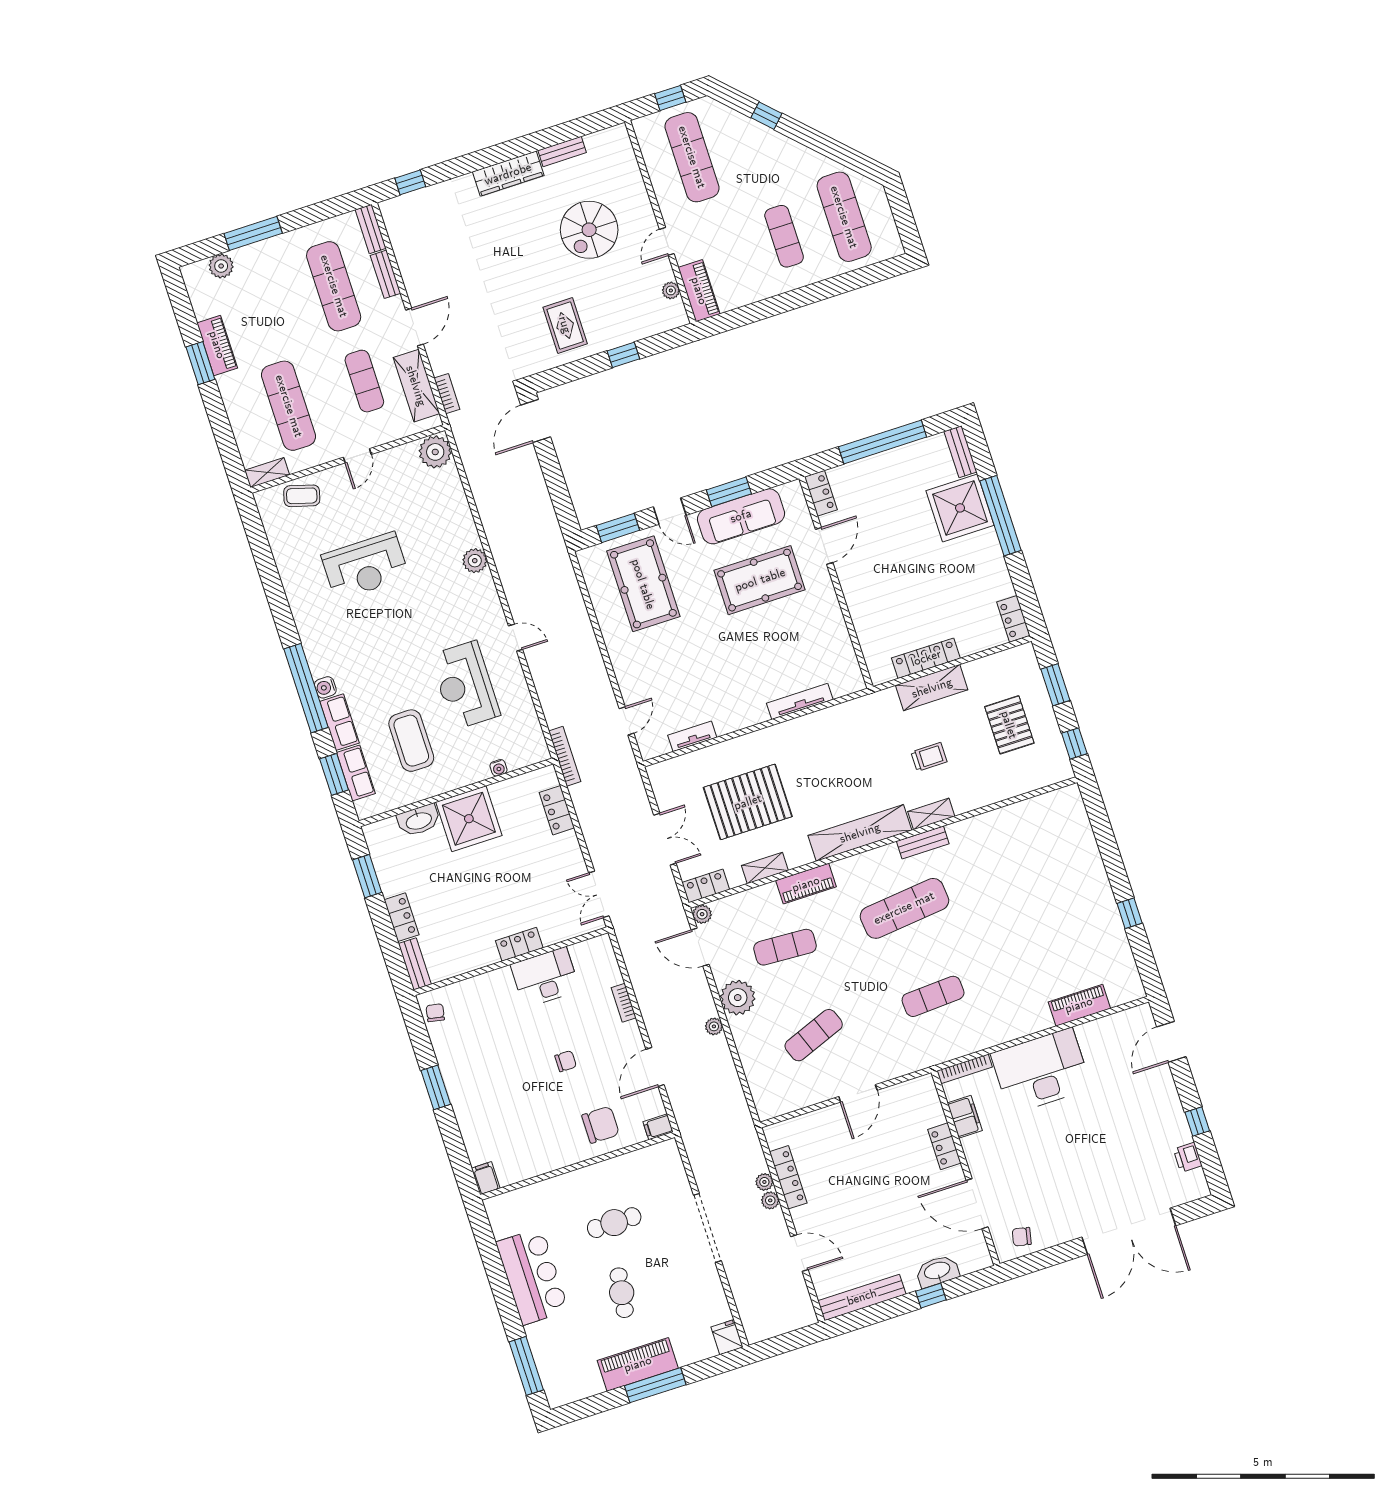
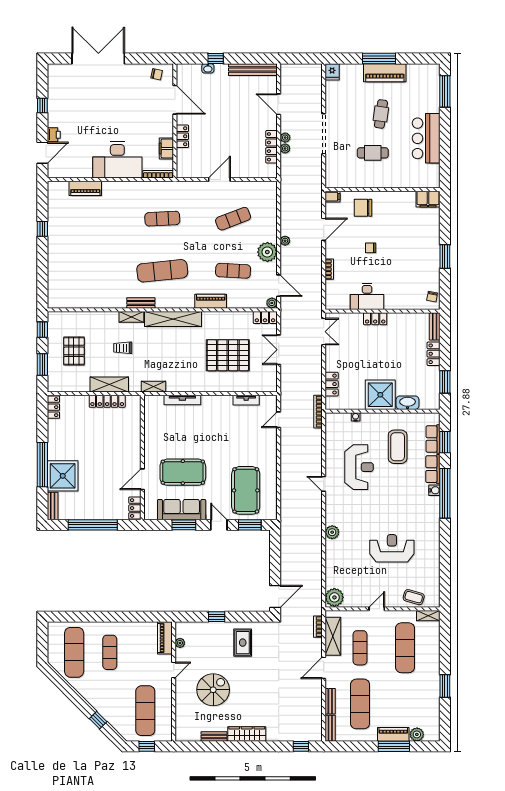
piano: (217, 345) -> (393, 734), moved, turned 90
shelving: (765, 868) -> (154, 387), moved
printer: (1188, 1157) -> (54, 135), moved
filing cabinet: (486, 1178) -> (428, 199), width x2.00
washbasin: (937, 1271) -> (208, 68), width x0.52, depth x0.69

